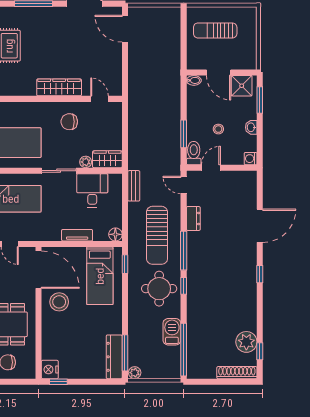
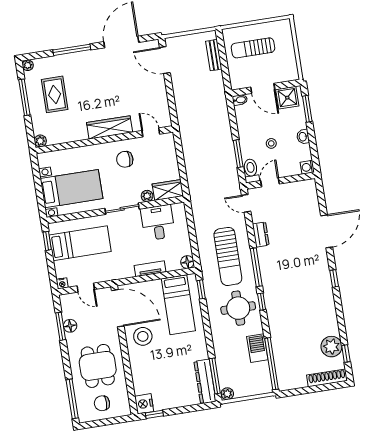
bench: (134, 186) -> (214, 55), moved

